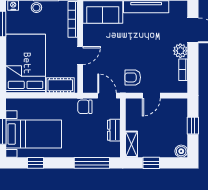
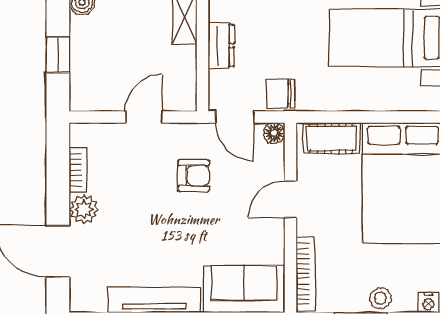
armchair: (133, 77) -> (194, 176), moved
floor lamp: (88, 88) -> (274, 133), added
chair: (85, 107) -> (281, 94), turned 180

